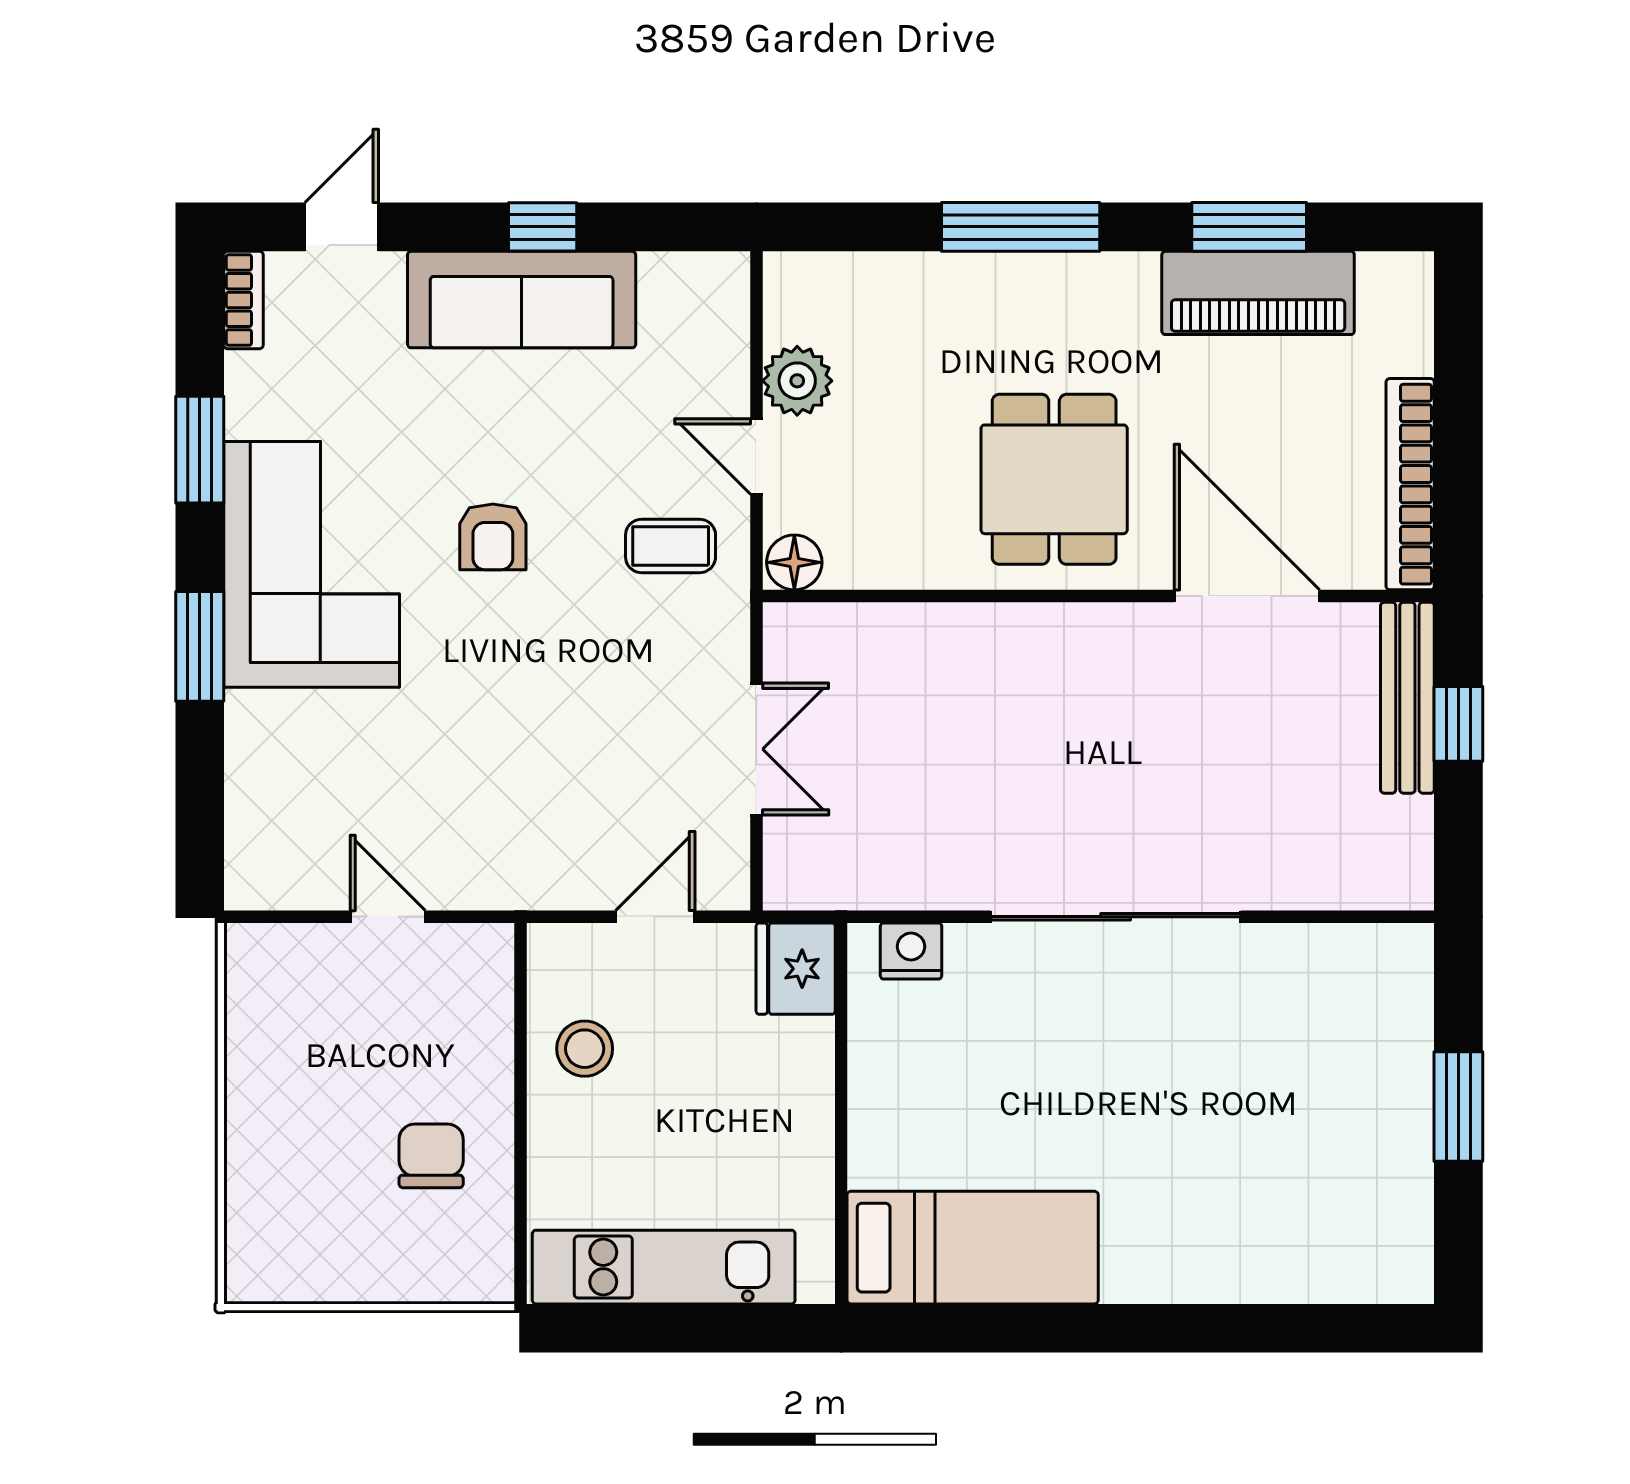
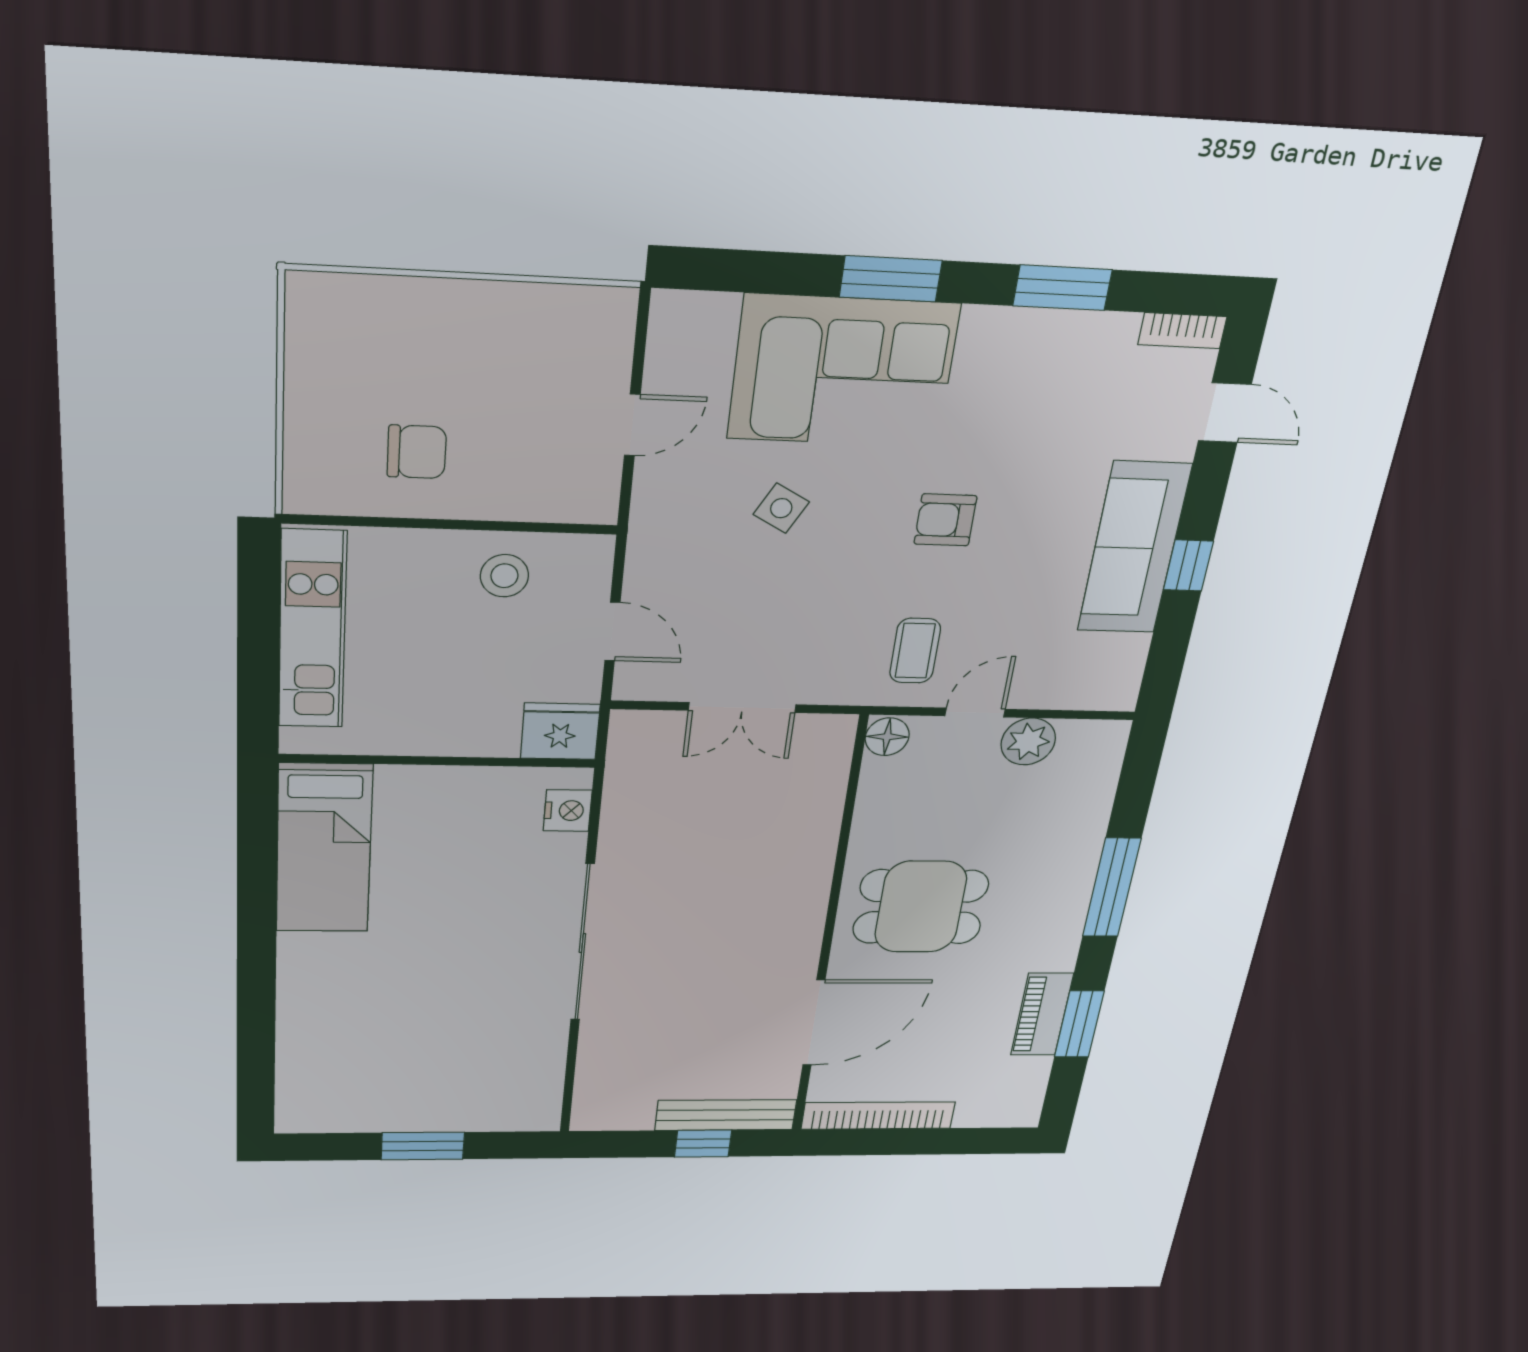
piano: (1258, 293) -> (1042, 1014), width x0.73, depth x0.75
corner sofa: (312, 564) -> (843, 371), moved
side table: (485, 734) -> (781, 508), added

